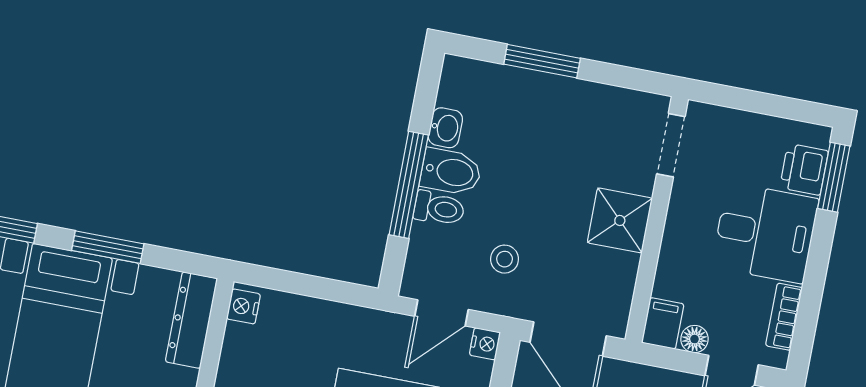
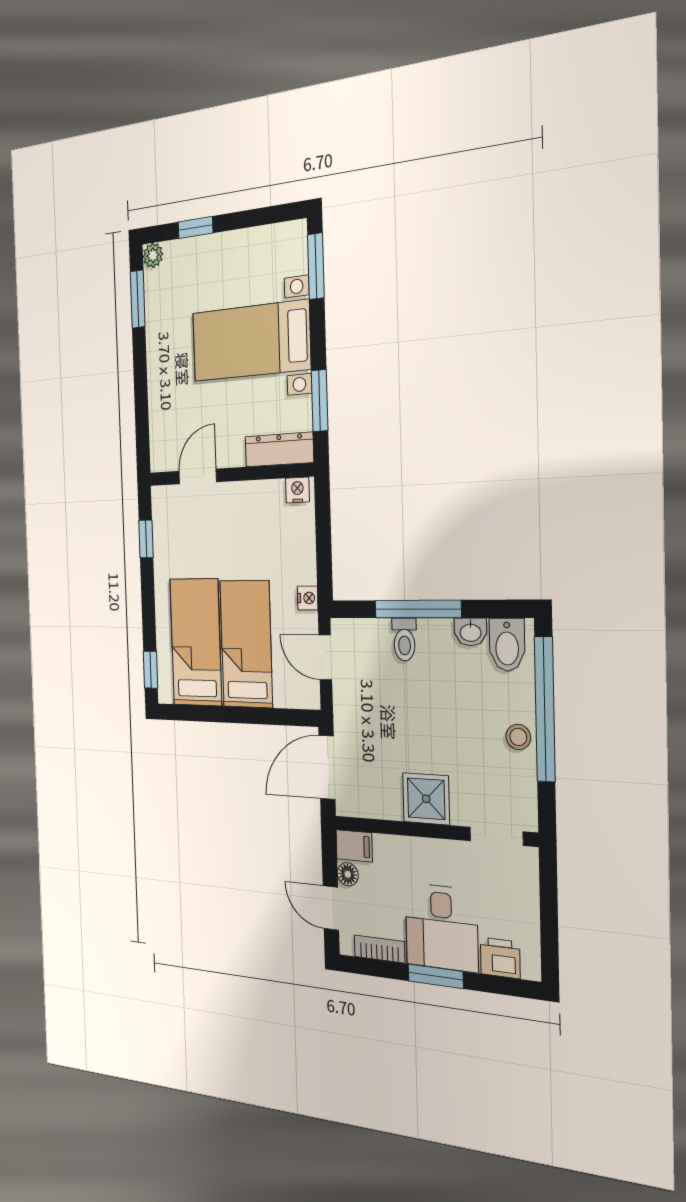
window: (542, 61) -> (545, 709), width x2.11
bidet: (451, 172) -> (507, 645), moved
window: (834, 177) -> (436, 976), moved
window: (108, 247) -> (320, 401), moved
stool: (505, 259) -> (518, 737), moved
nightstand: (485, 344) -> (308, 598), moved, turned -90

